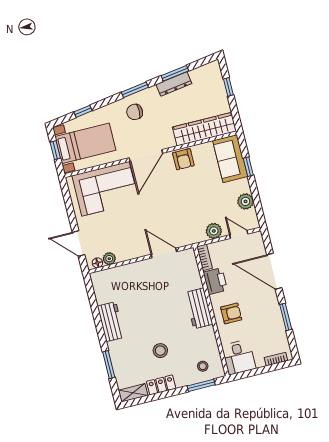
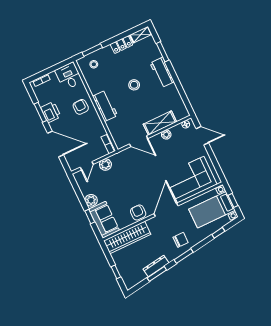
plant: (246, 201) -> (91, 200), moved
door: (239, 234) -> (87, 166), hinge flipped
plant: (109, 259) -> (166, 135), moved
shelving: (131, 271) -> (160, 123), added
printer: (215, 281) -> (51, 112), moved, turned 180
armchair: (231, 313) -> (81, 107), turned 88
workbench: (111, 322) -> (162, 72), moved
stool: (160, 351) -> (134, 85), moved

